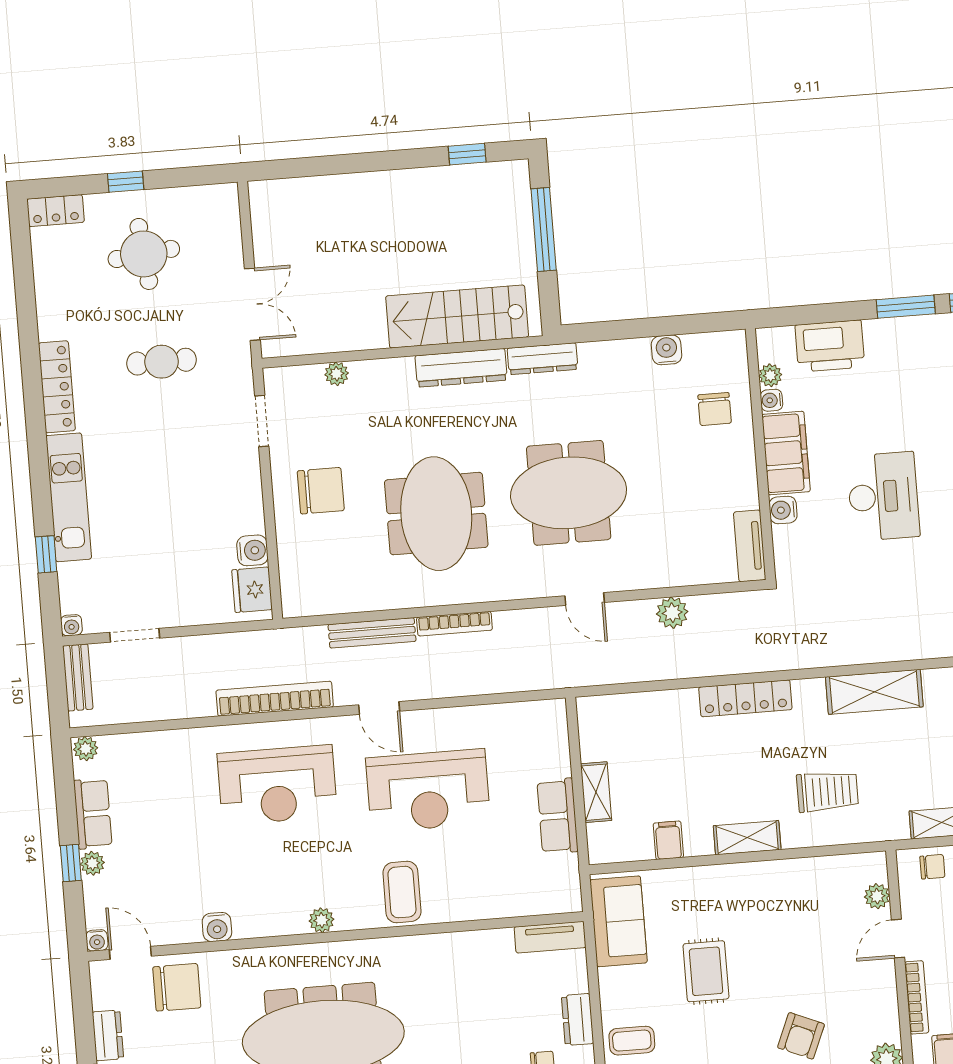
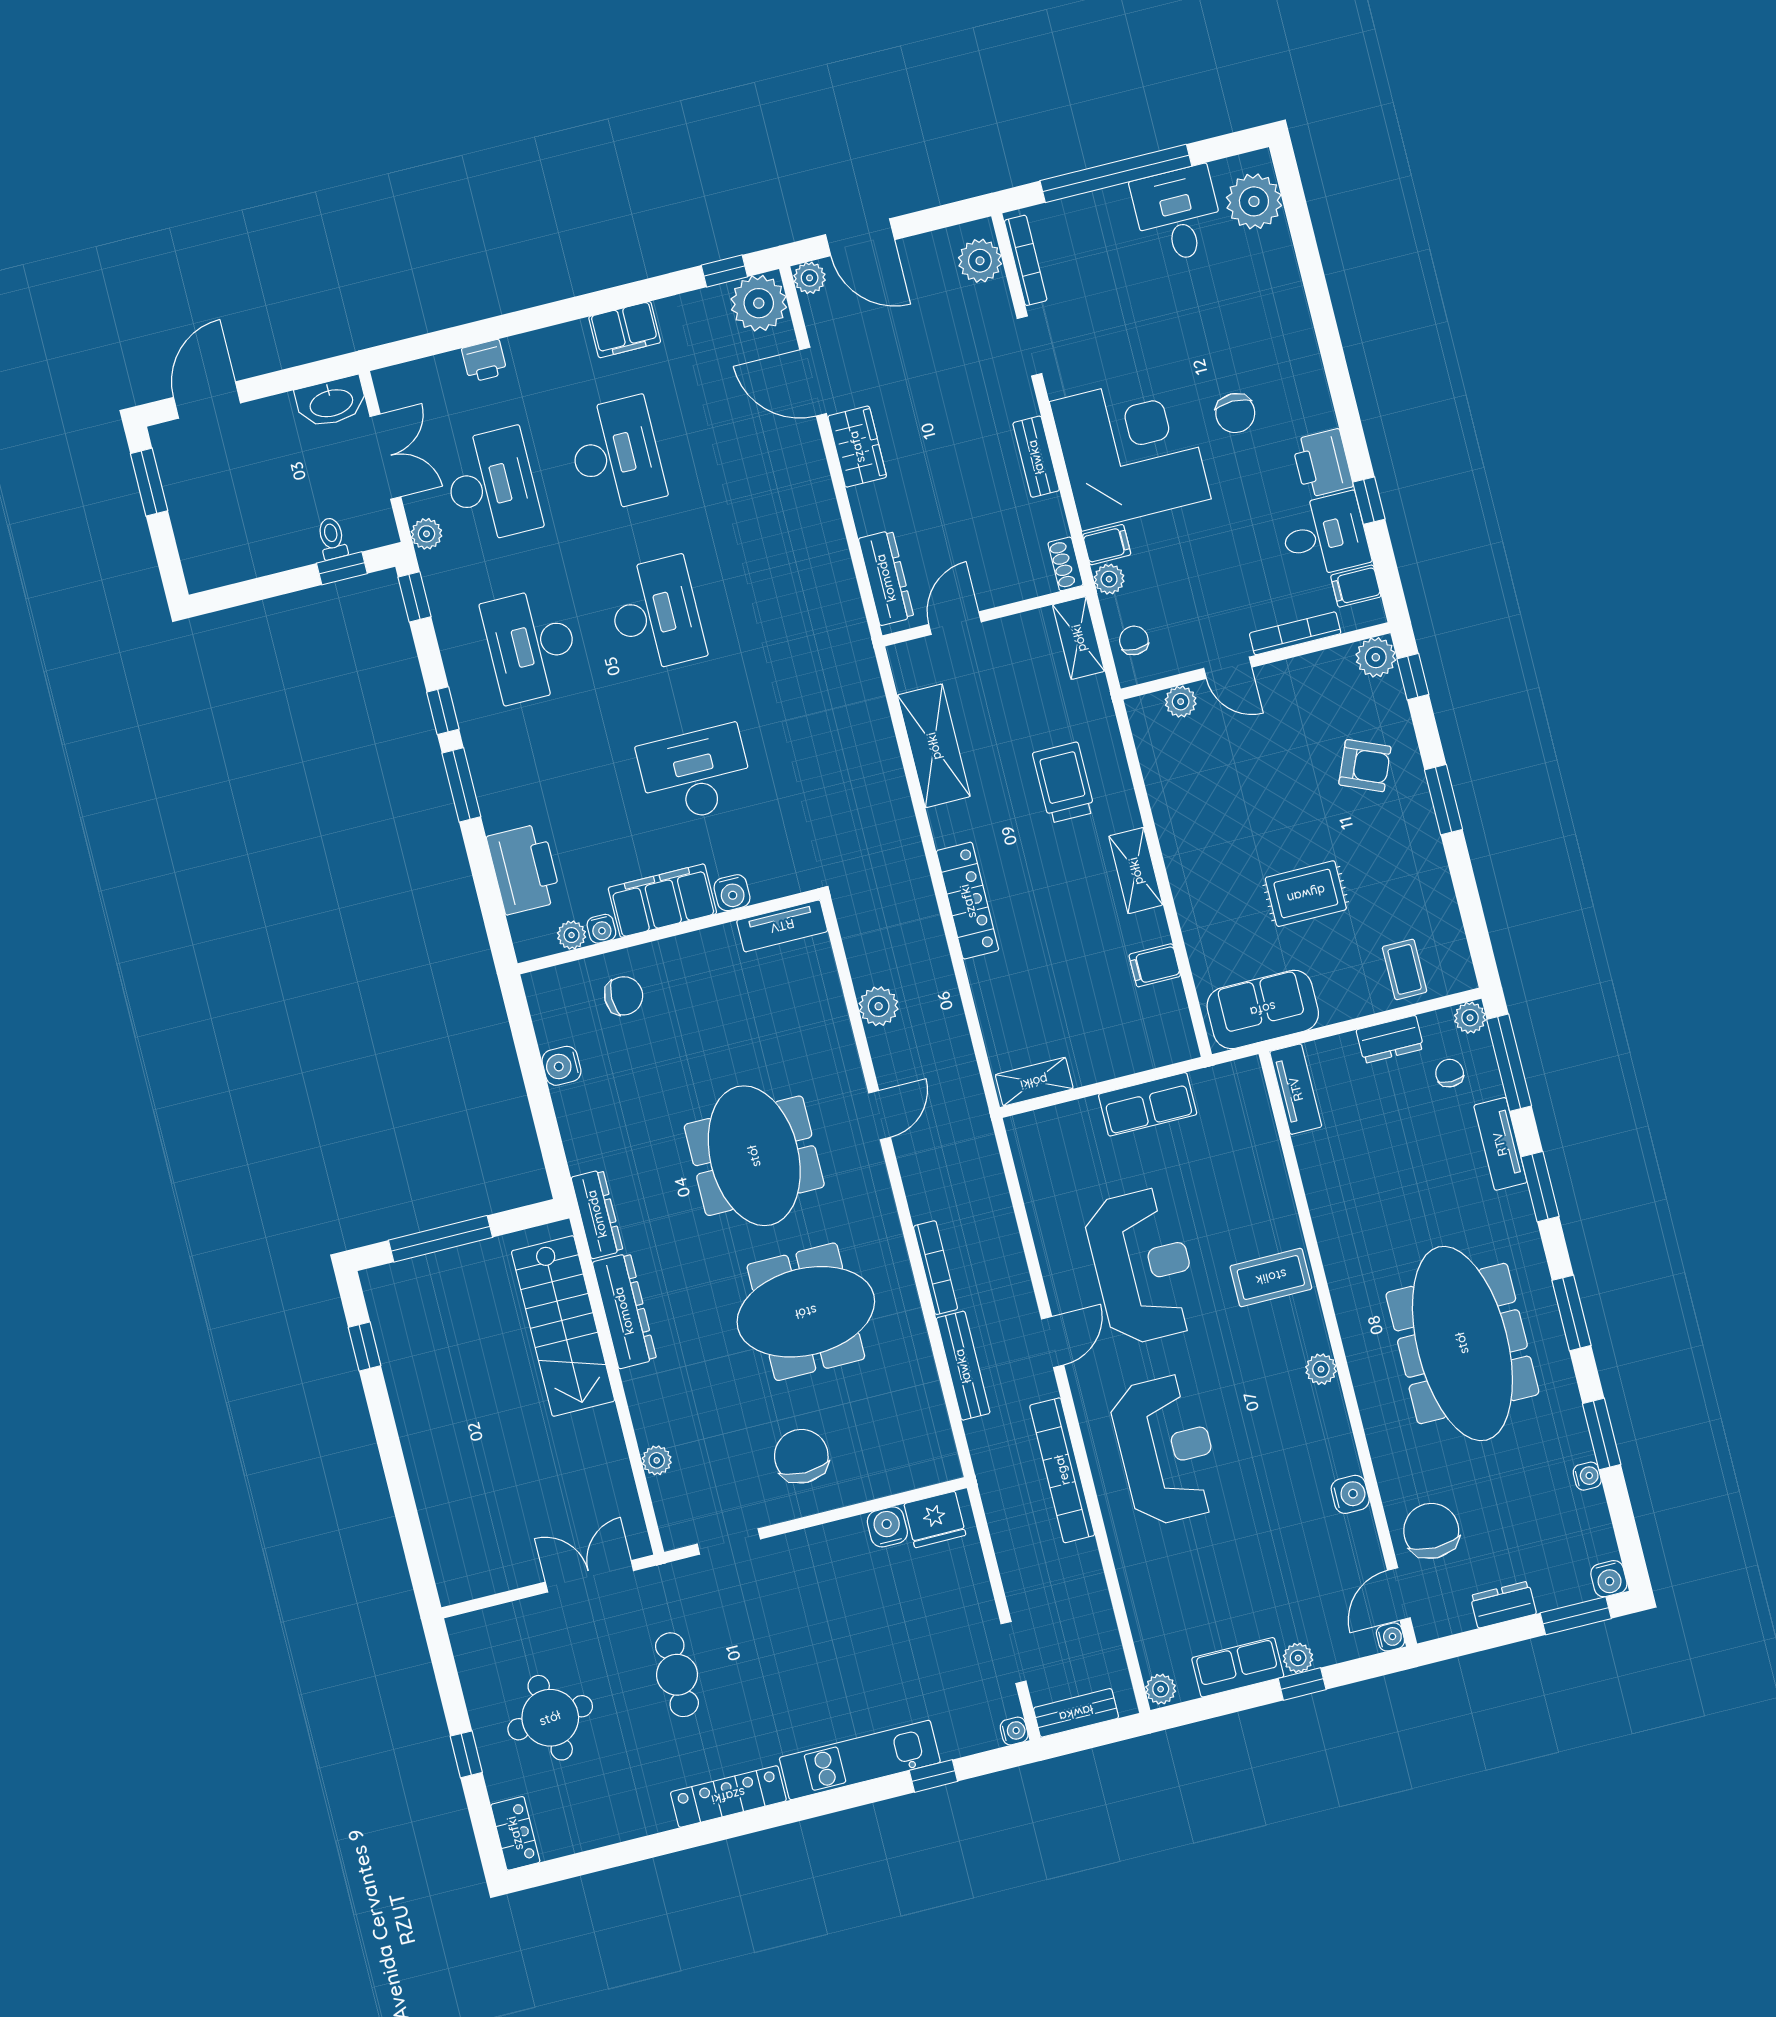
shelving: (596, 792) -> (1034, 1082), moved

